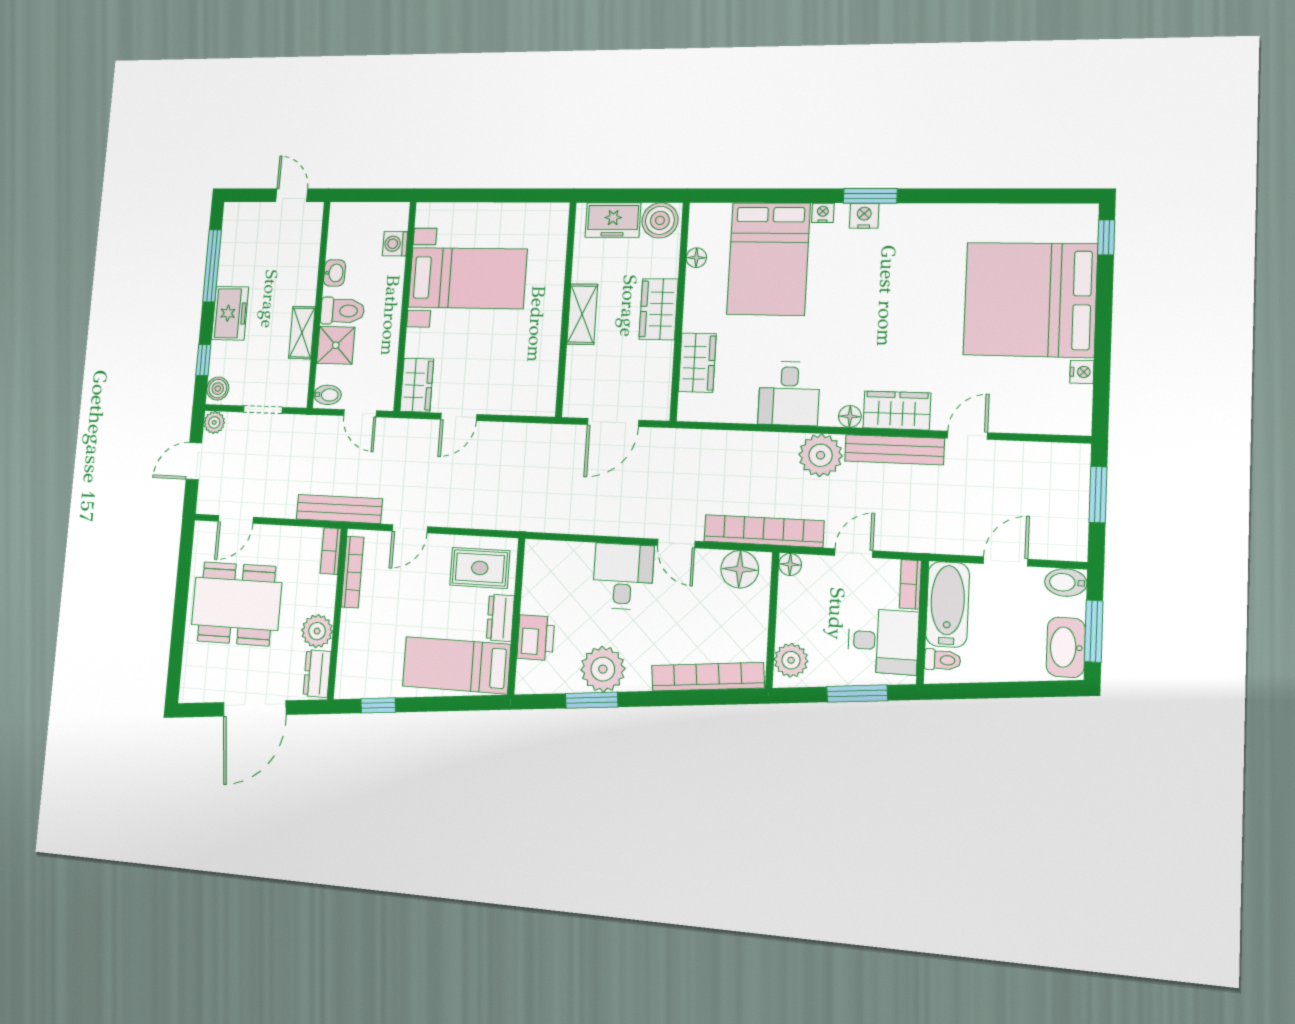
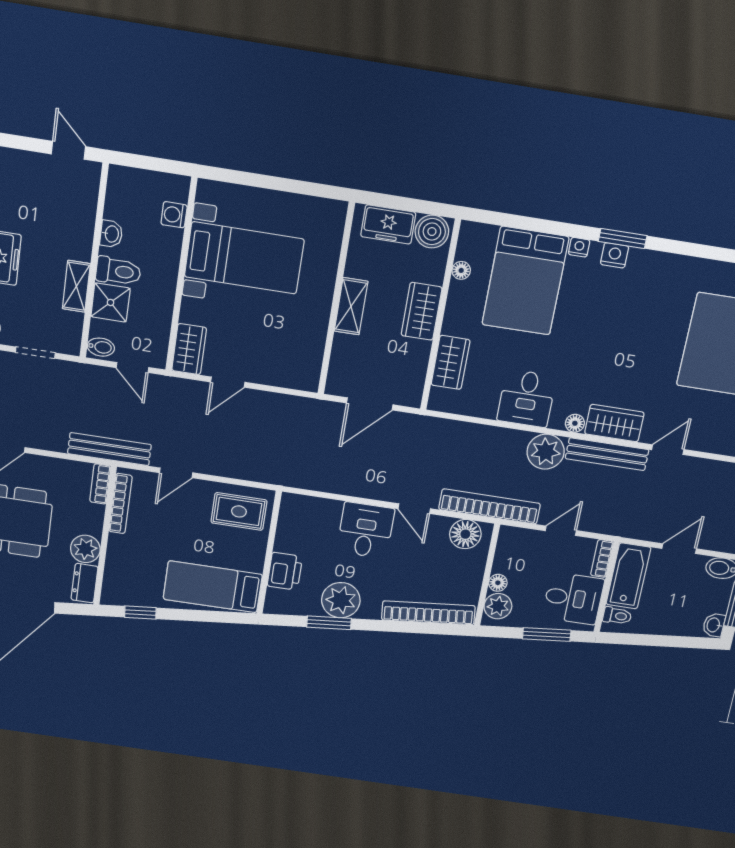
floor lamp: (790, 564) -> (498, 583), moved
dresser: (500, 618) -> (255, 553), removed
washbasin: (1066, 647) -> (714, 625), width x0.52, depth x0.69

